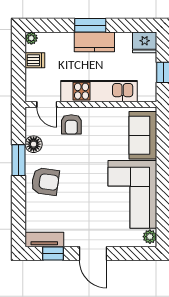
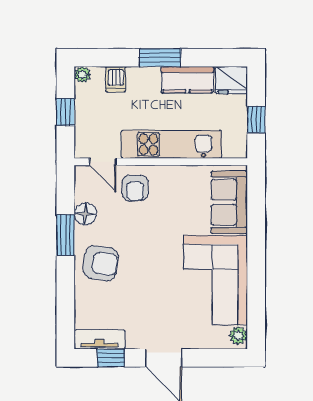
kitchen counter: (94, 42) -> (187, 80), moved
dishwasher: (35, 60) -> (116, 79), moved, turned 90
window: (18, 67) -> (65, 112), added

